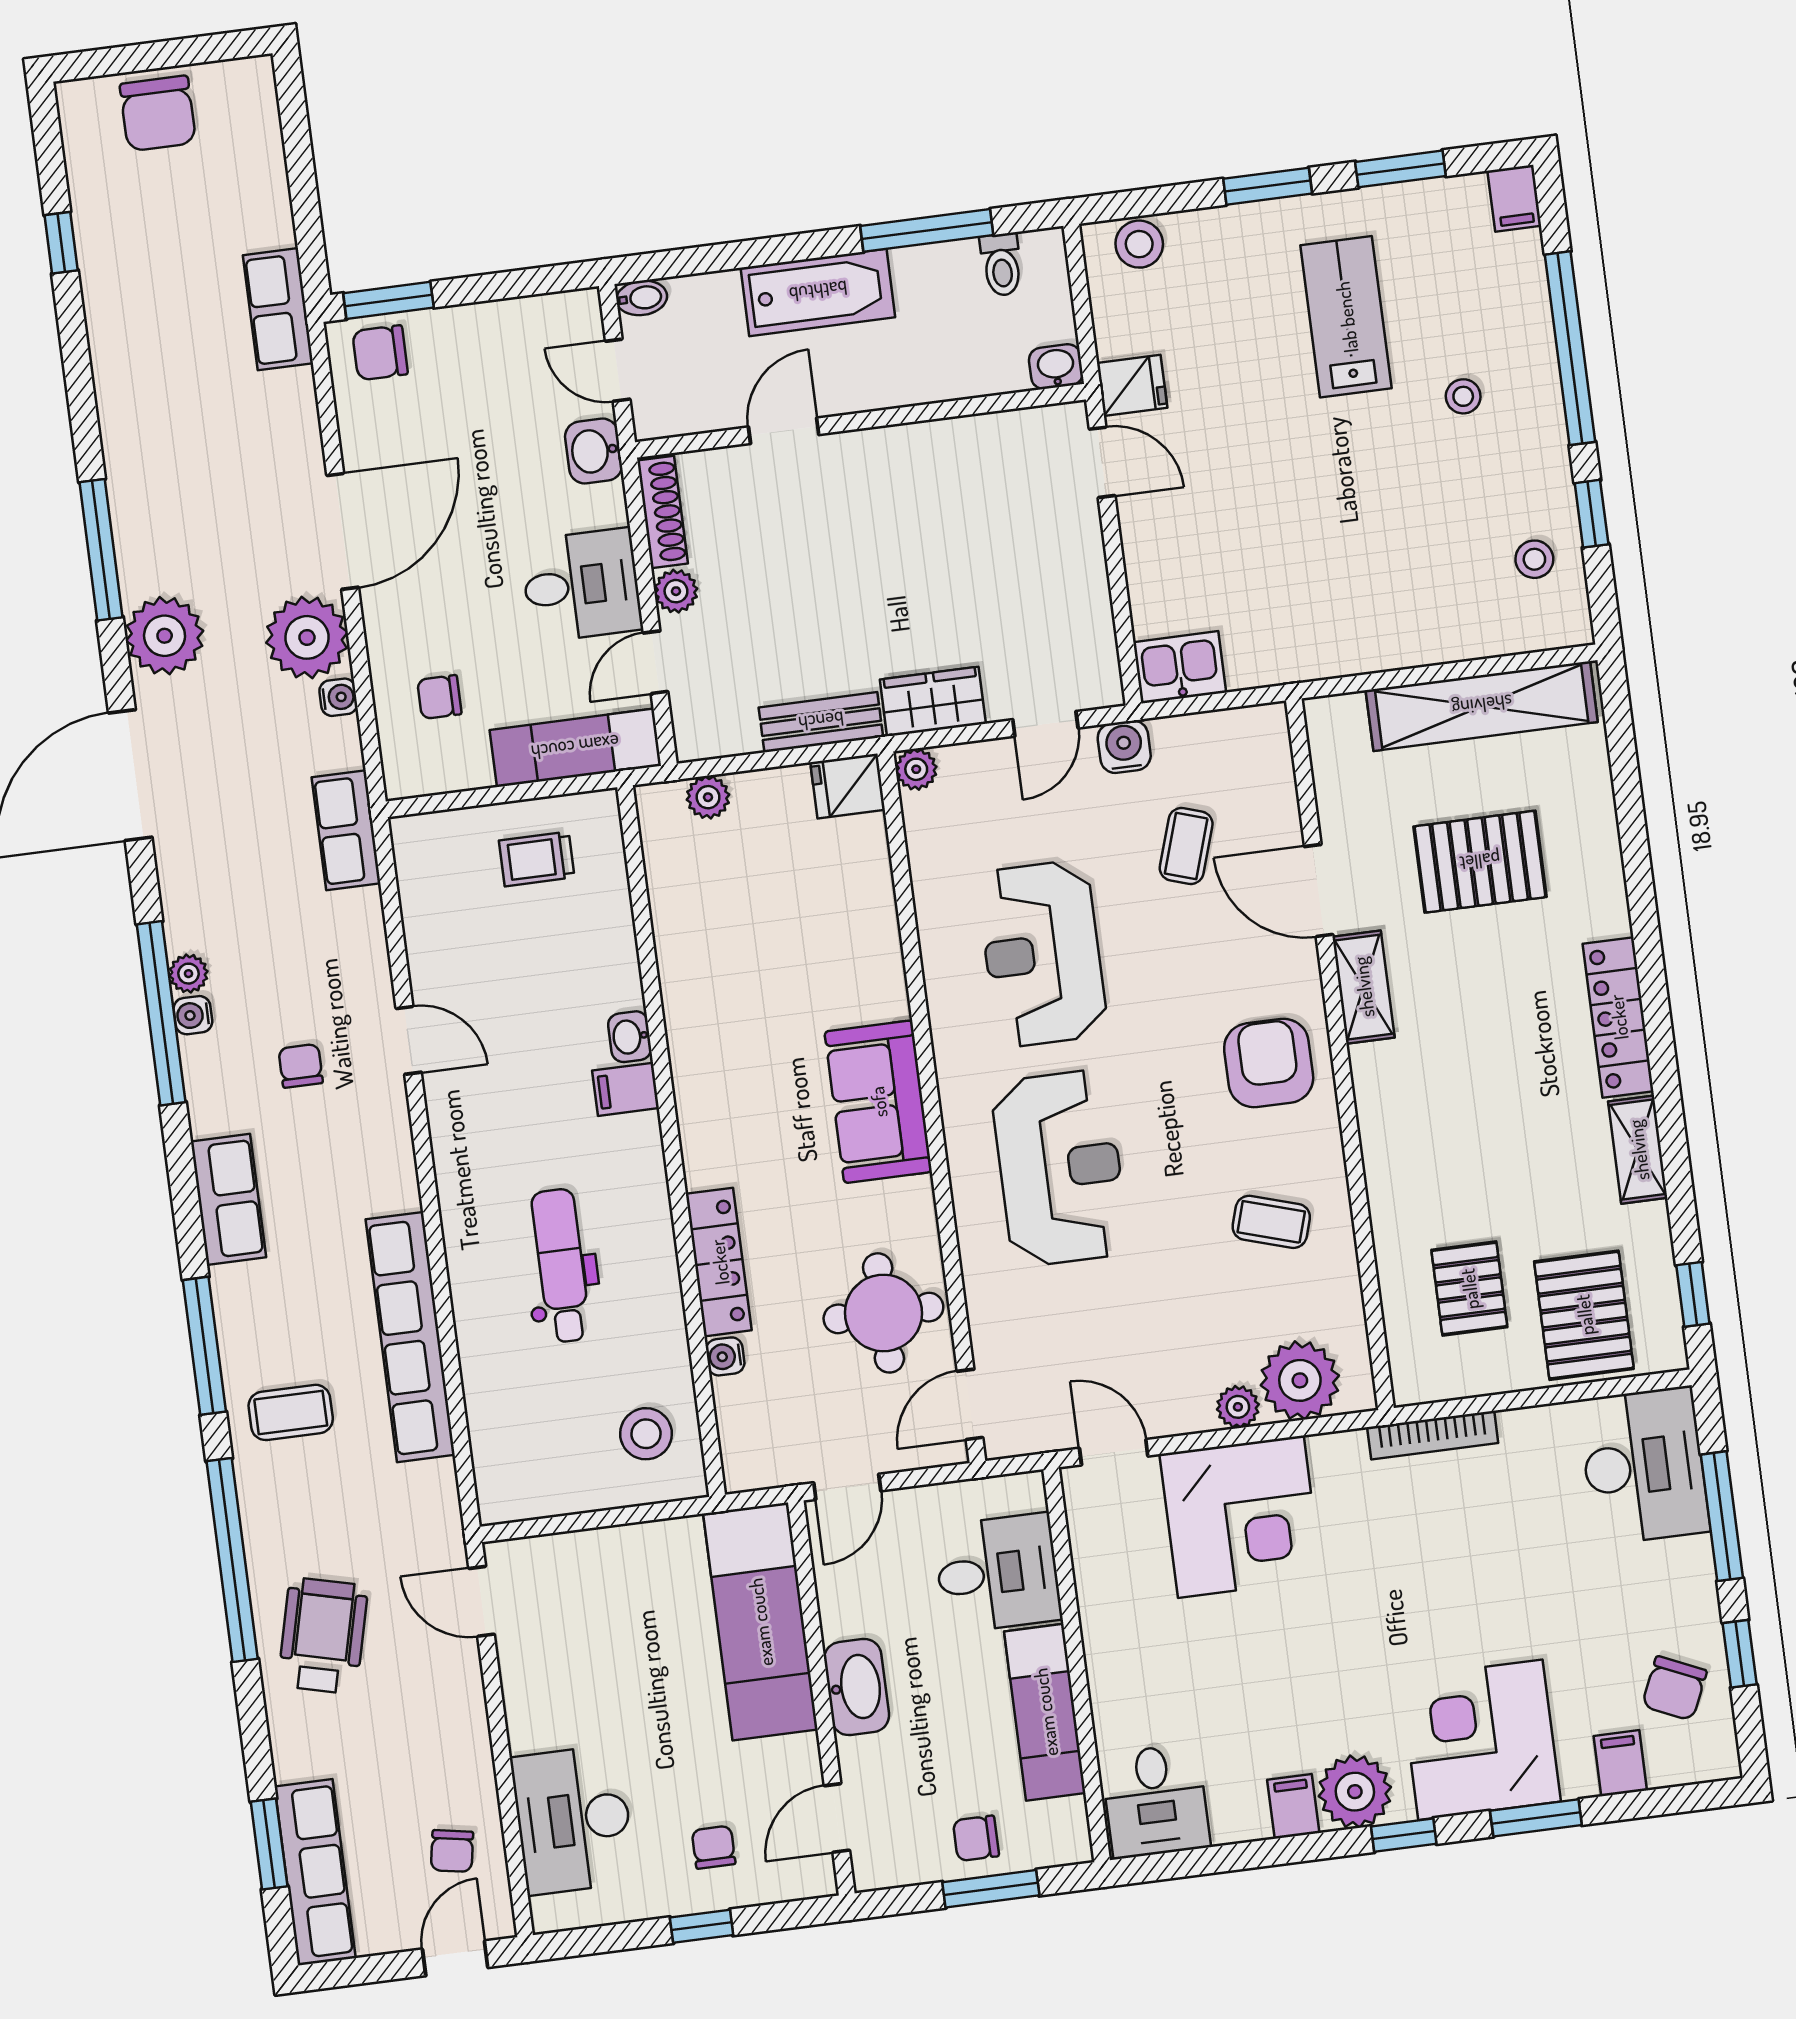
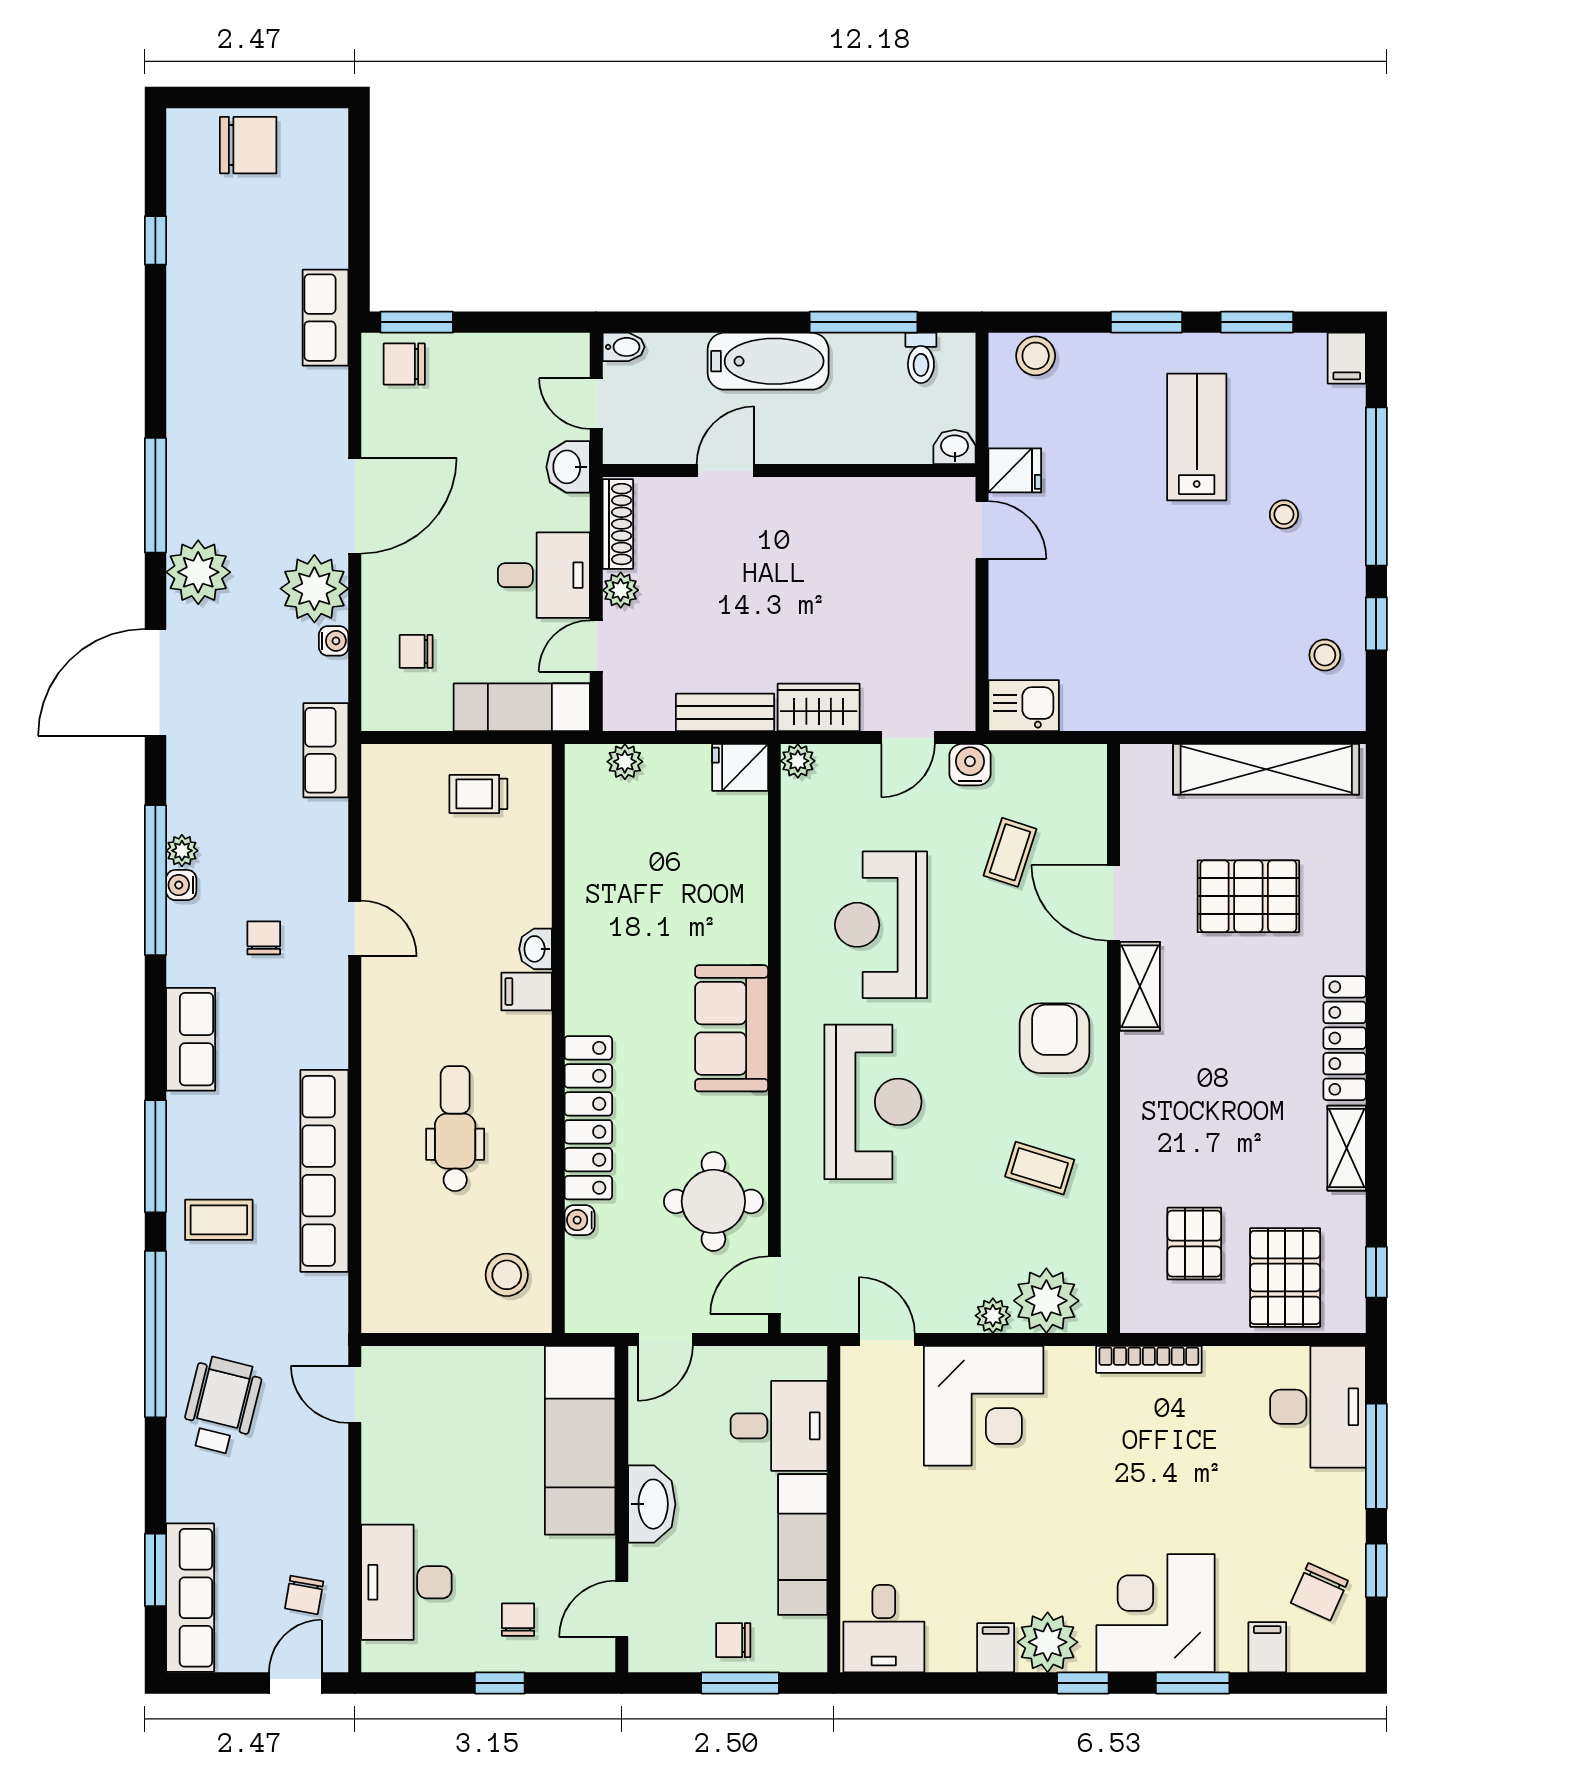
chair: (158, 113) -> (248, 145), turned -90
locker: (719, 1262) -> (588, 1118), width x1.41, depth x1.21

